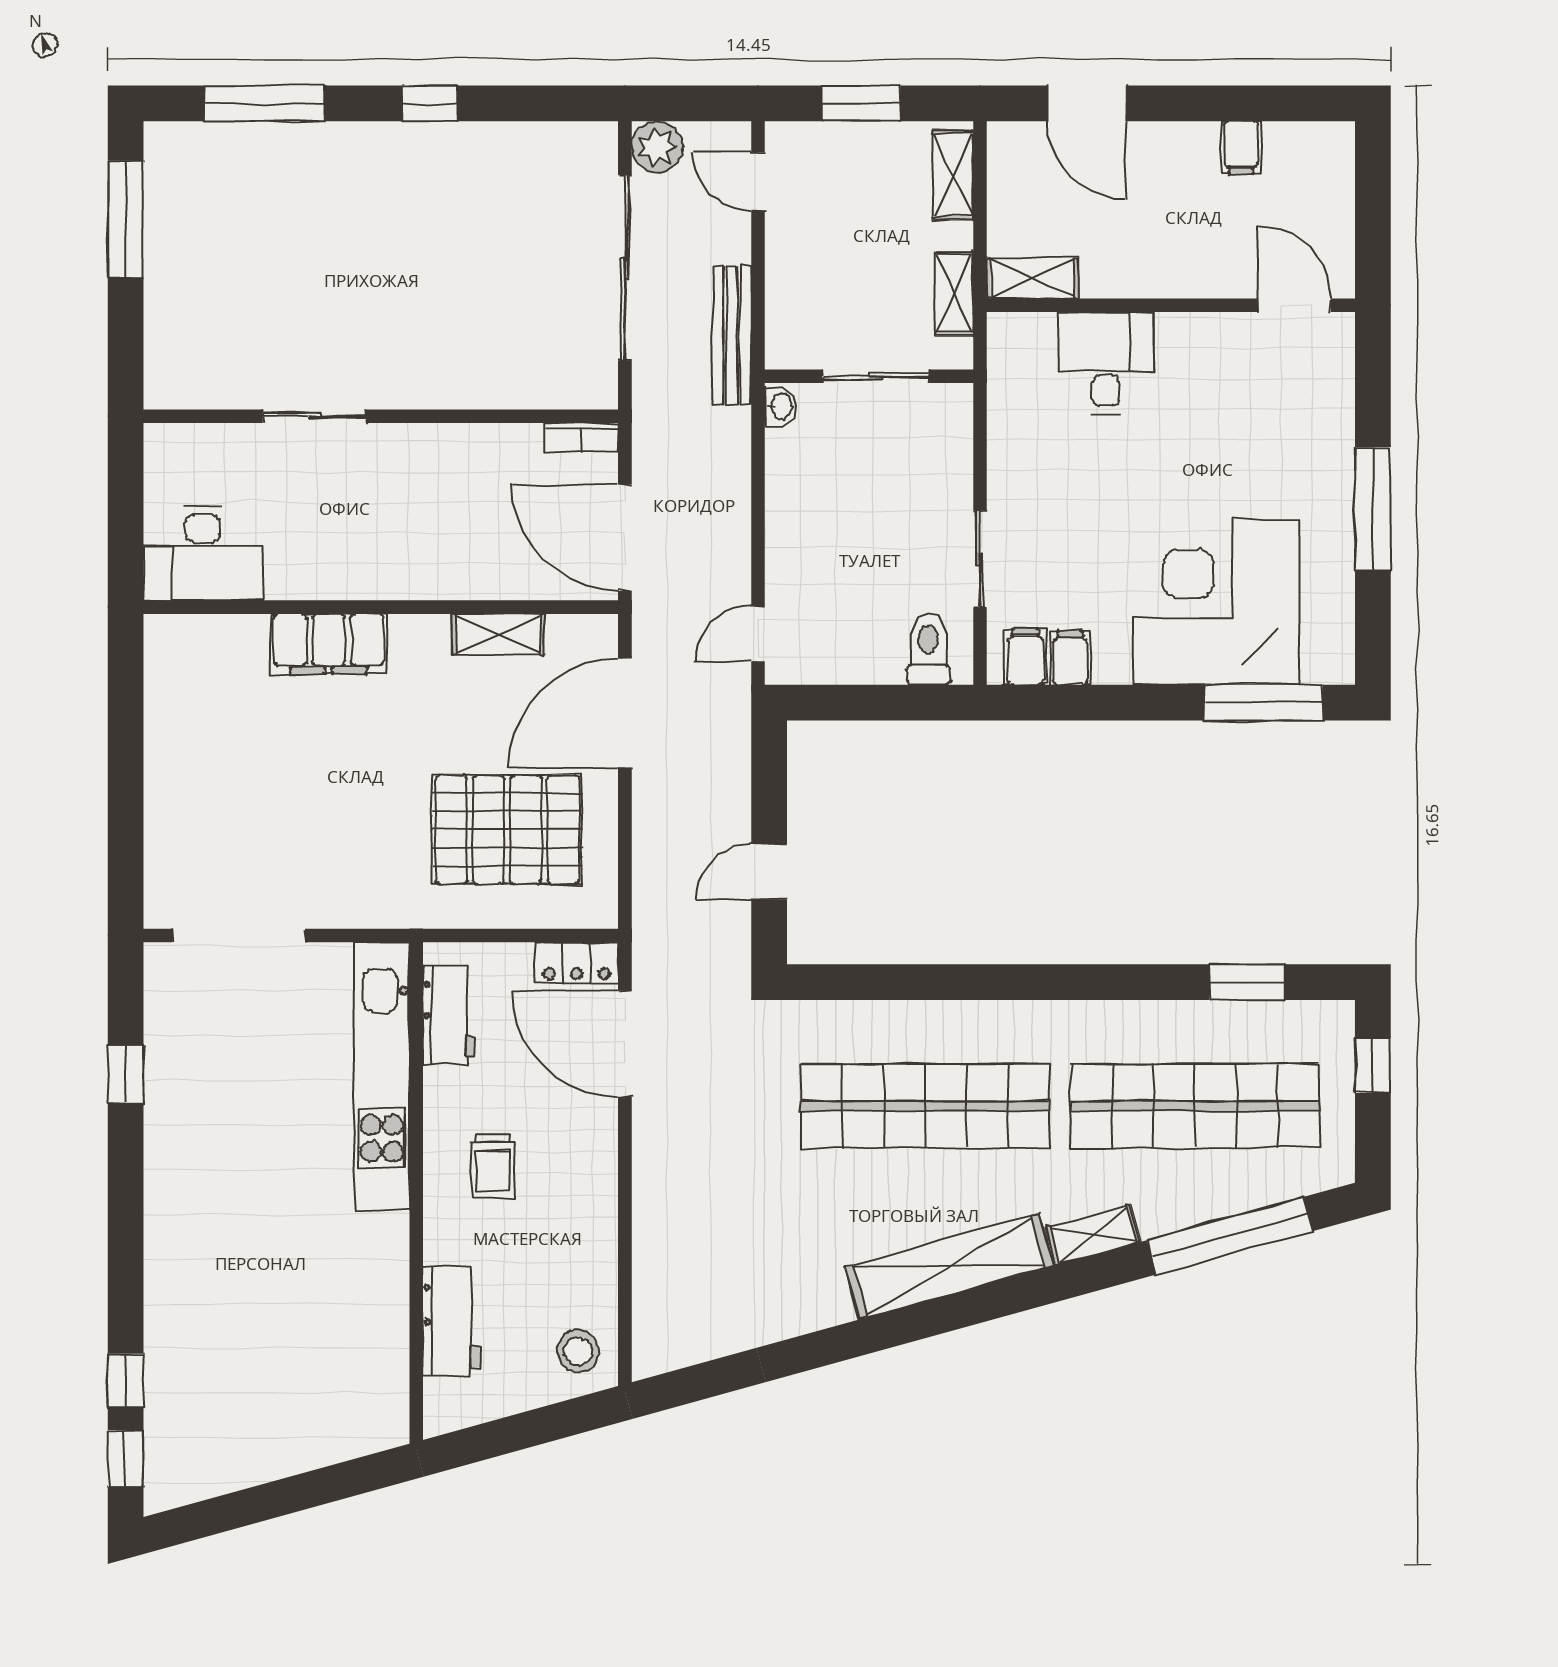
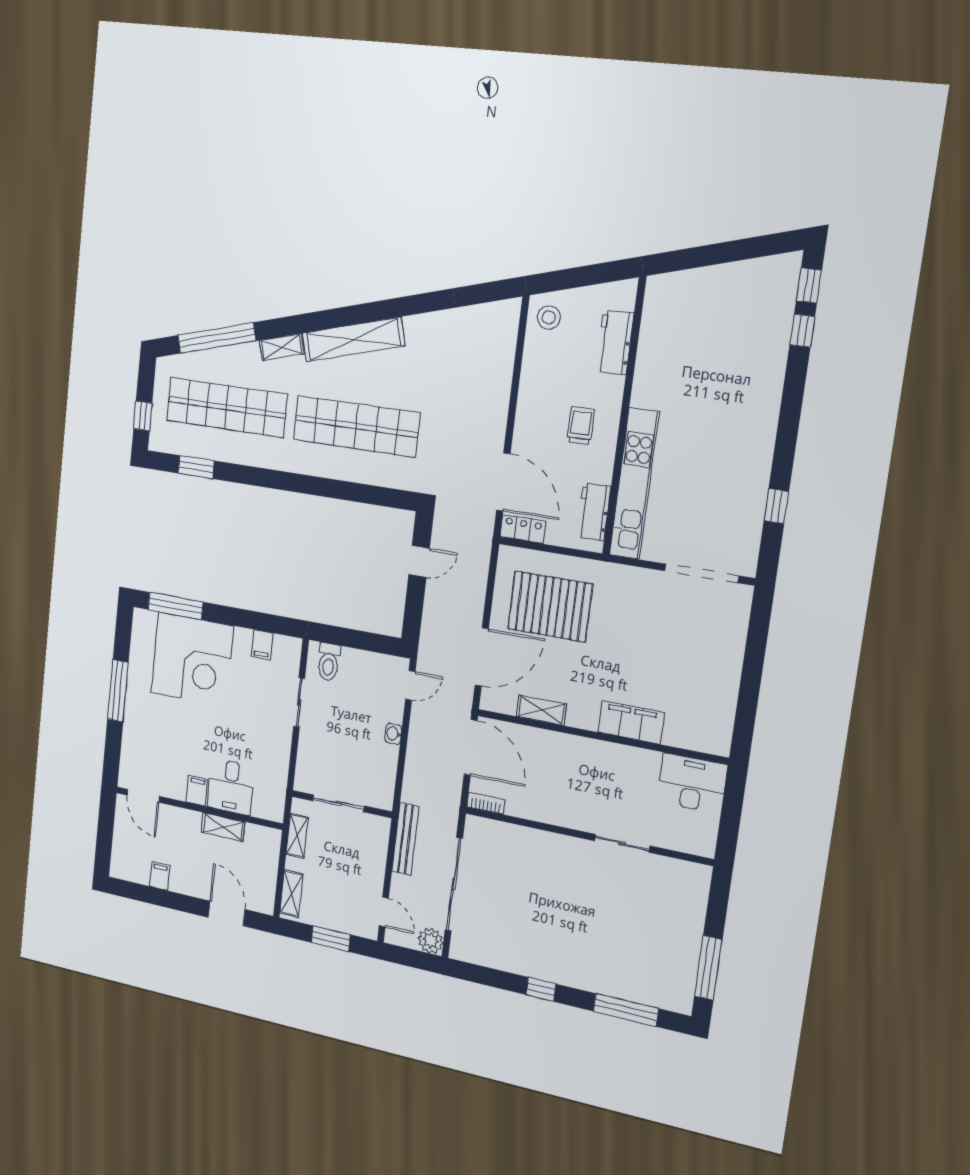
shelving: (1032, 278) -> (223, 827), moved
washbasin: (781, 406) -> (393, 734), moved
filing cabinet: (1025, 657) -> (197, 791), moved, turned 180

